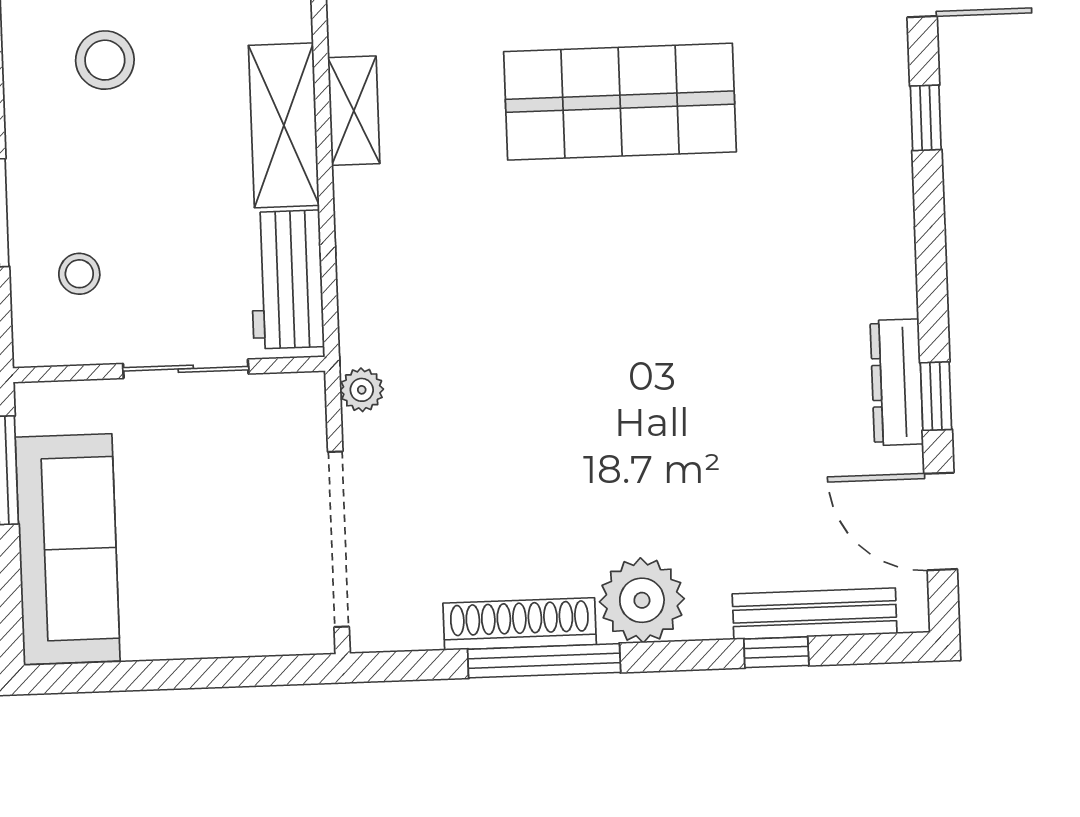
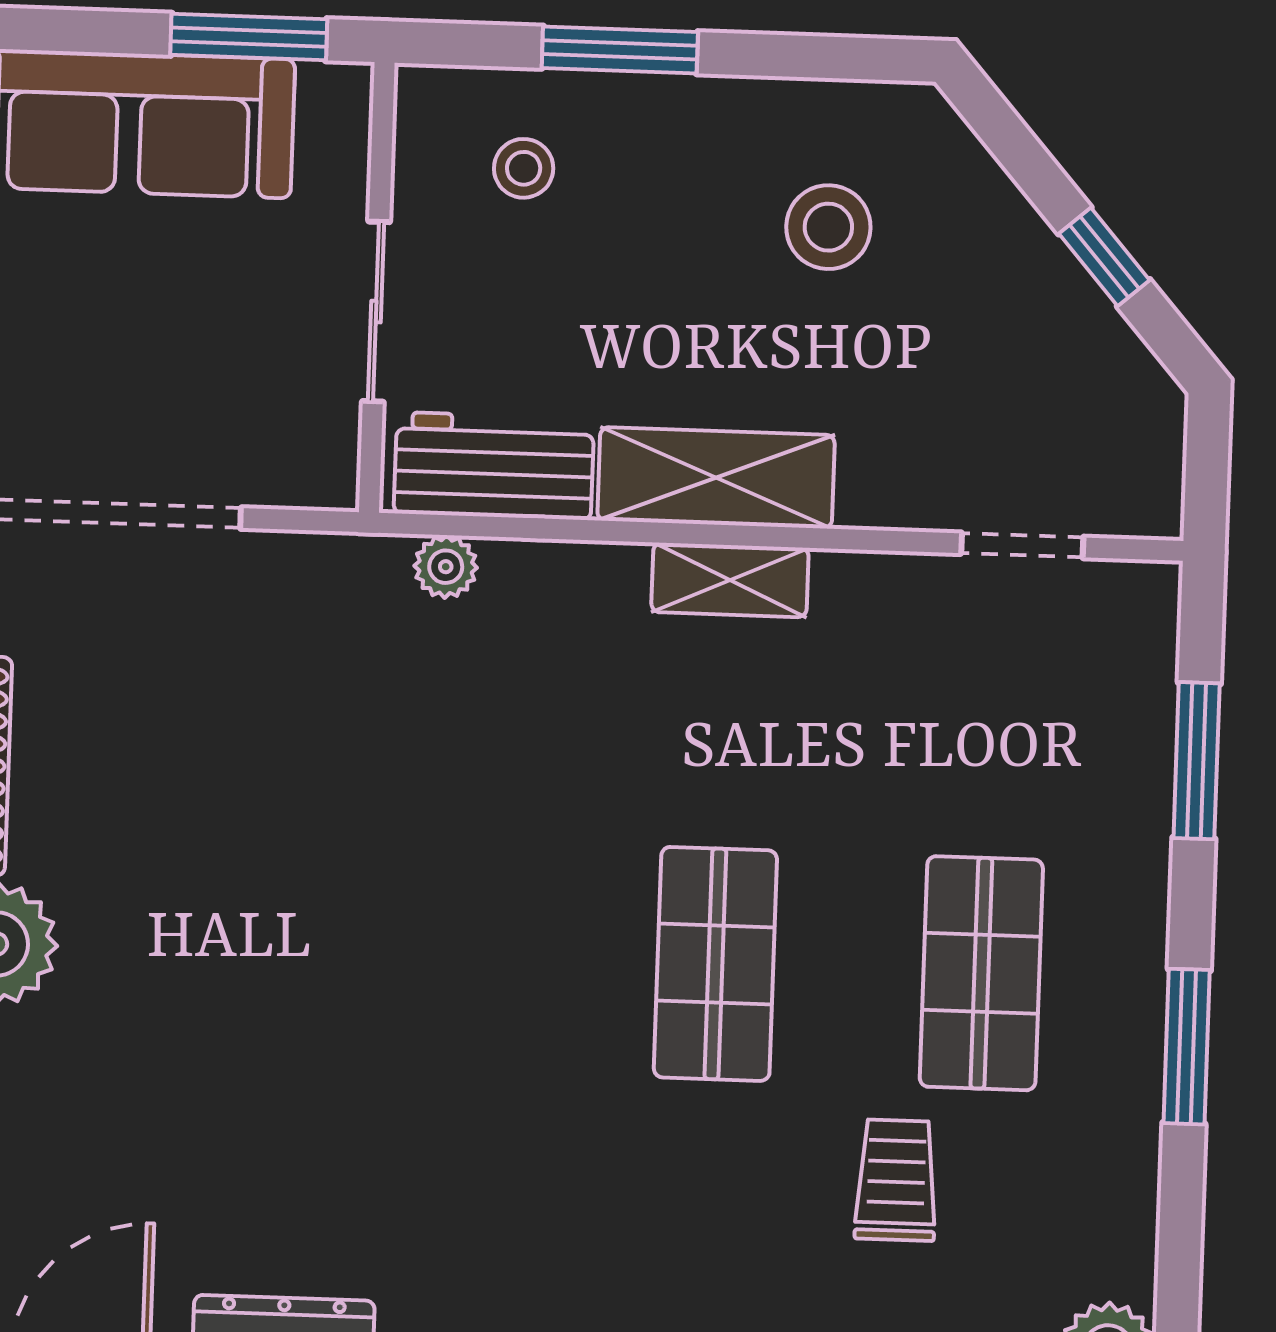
shop shelf: (620, 102) -> (715, 964), width x0.70, depth x0.74
plant: (362, 390) -> (446, 567), moved

